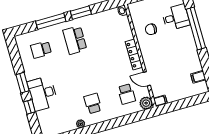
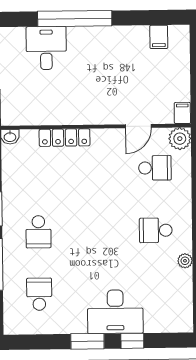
chair: (151, 29) -> (55, 96), removed
school desk: (75, 40) -> (38, 232), width x0.54
school desk: (41, 50) -> (39, 294), turned 180
locker: (134, 54) -> (65, 138), moved

